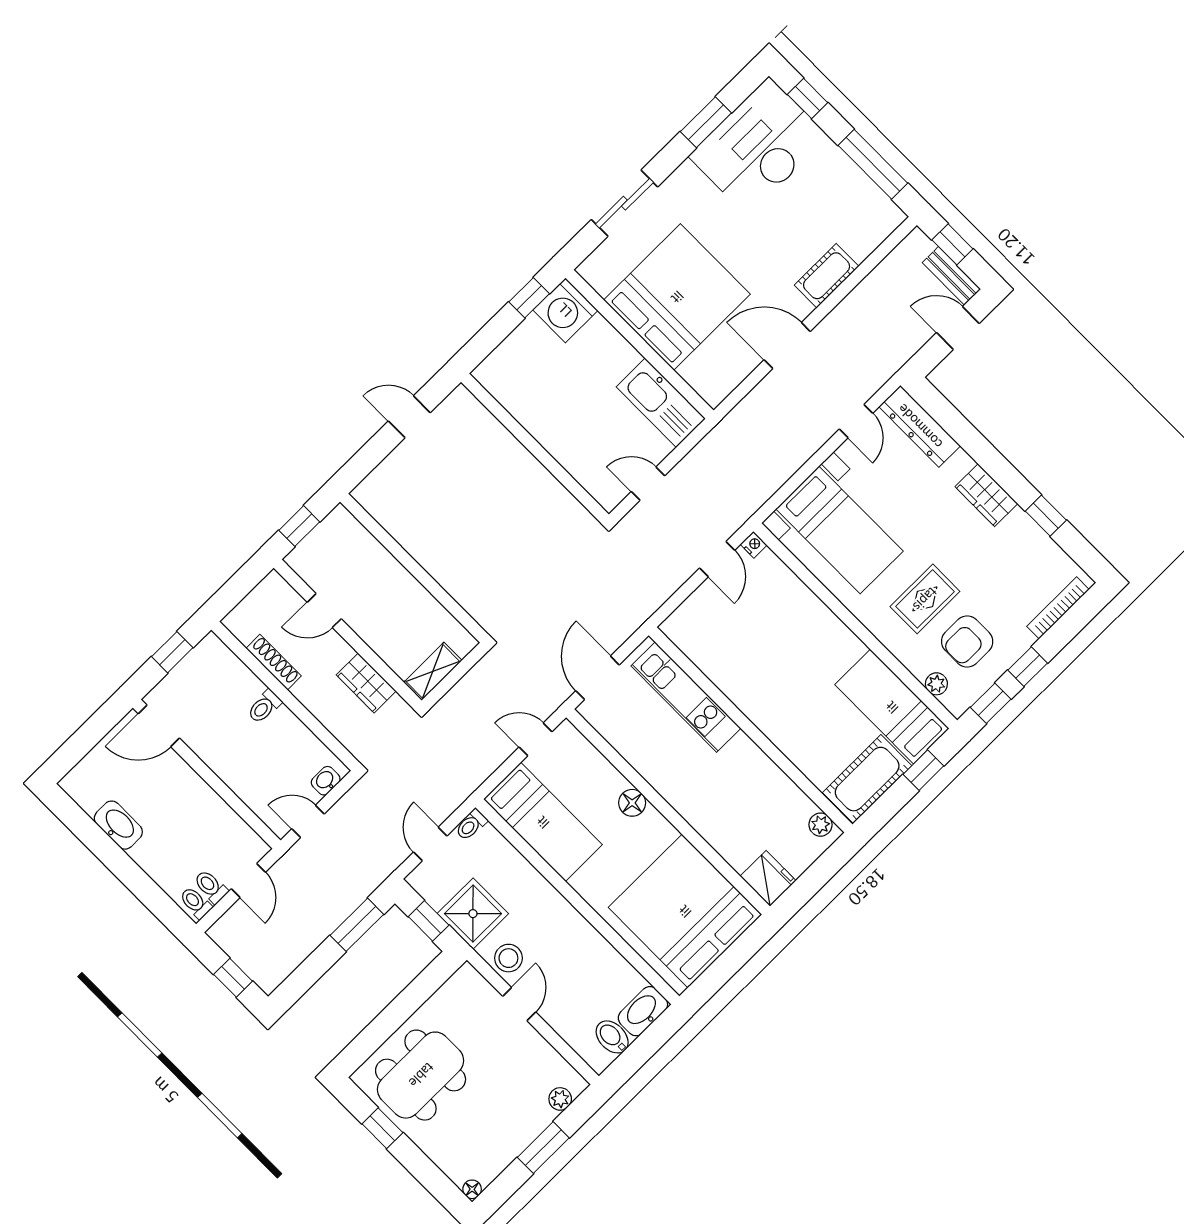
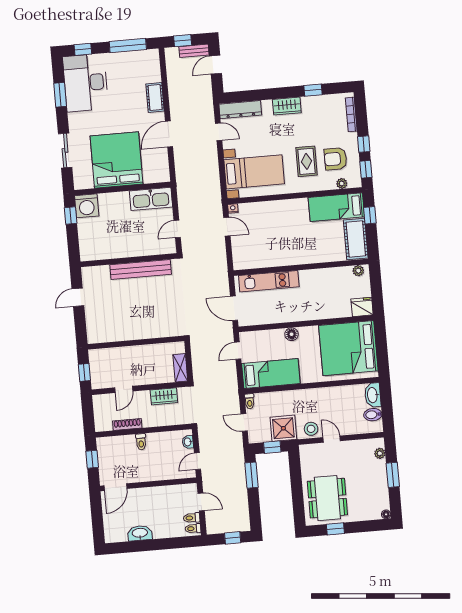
bench: (536, 479) -> (141, 269), added
armchair: (967, 641) -> (336, 159), turned 90

